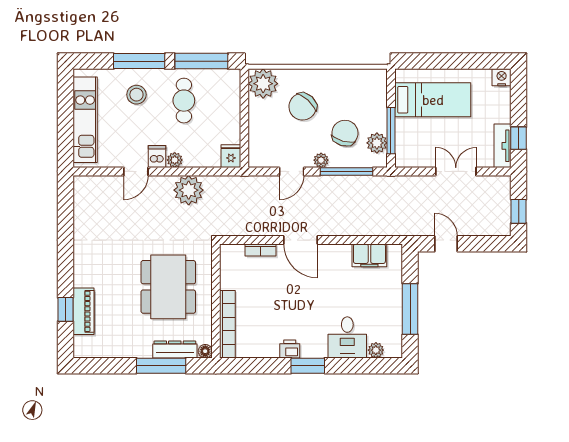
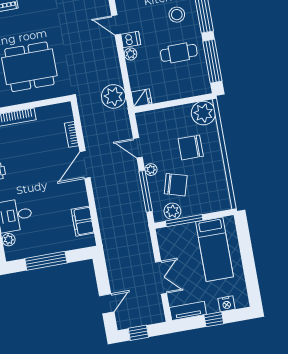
nightstand: (502, 77) -> (227, 304), moved, turned 90
chair: (303, 107) -> (191, 147), turned -43
window: (519, 138) -> (214, 319), moved
plant: (189, 190) -> (114, 96), moved
door: (446, 244) -> (107, 304), moved

